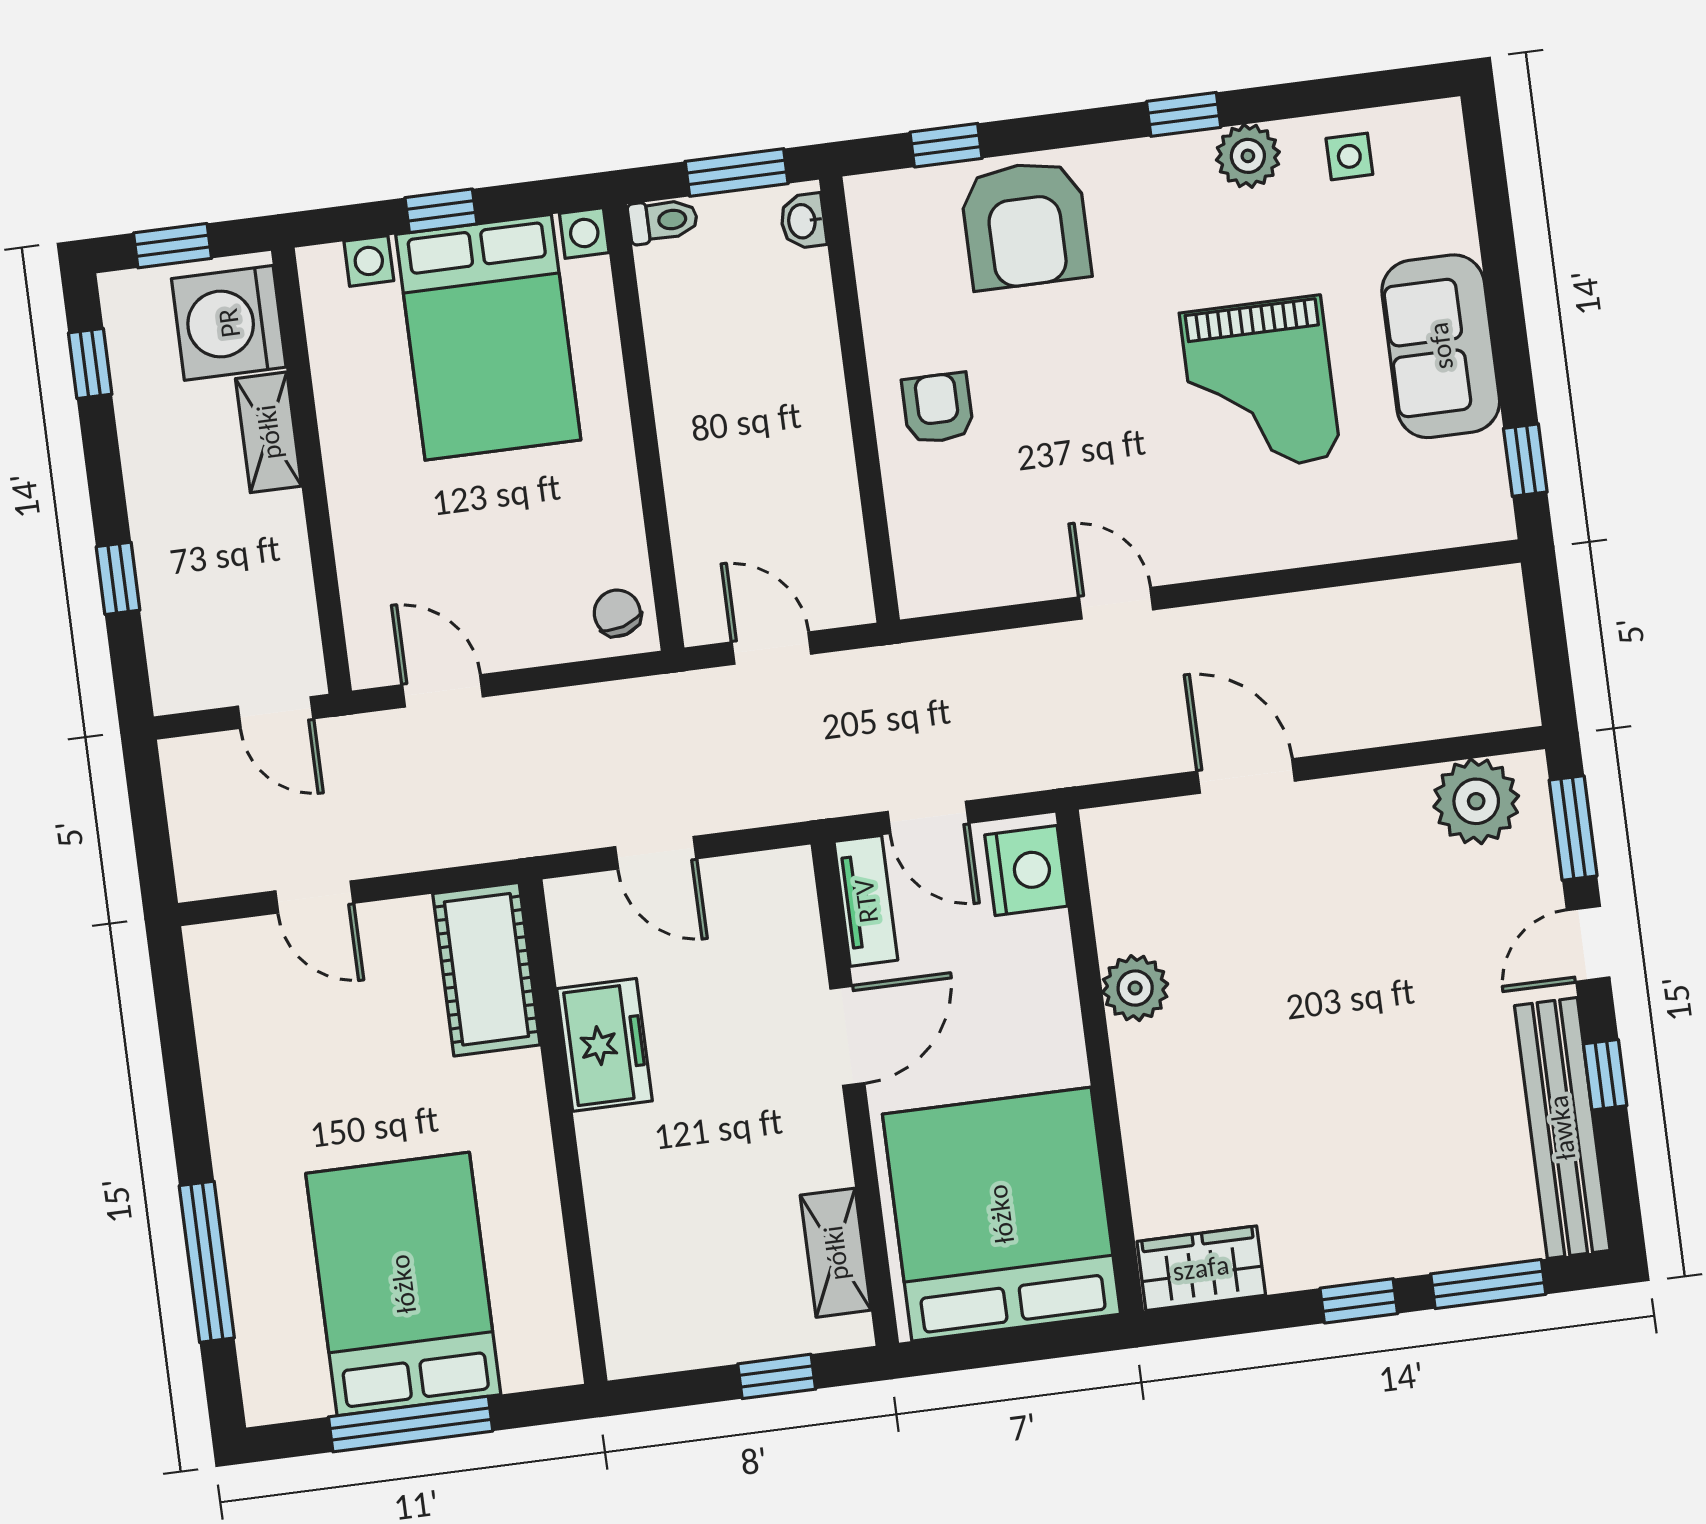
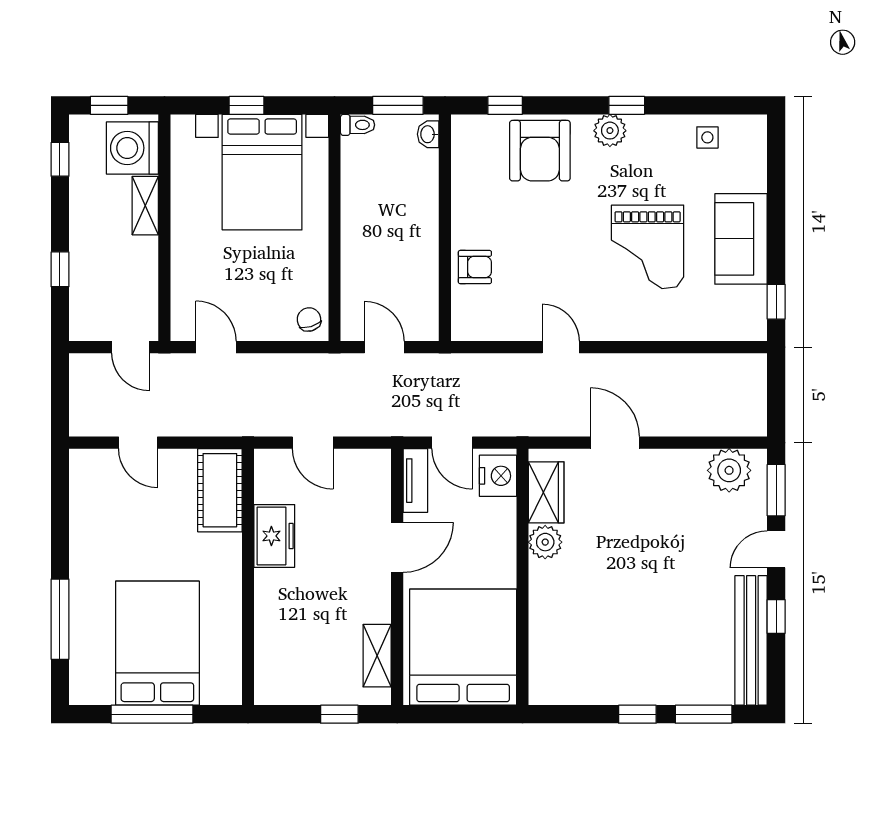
plant: (1248, 156) -> (610, 131), moved
armchair: (938, 408) -> (475, 267), moved, turned 90
wardrobe: (1201, 1268) -> (546, 492), moved, turned 90

